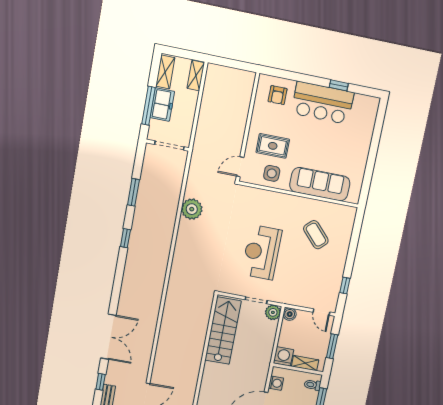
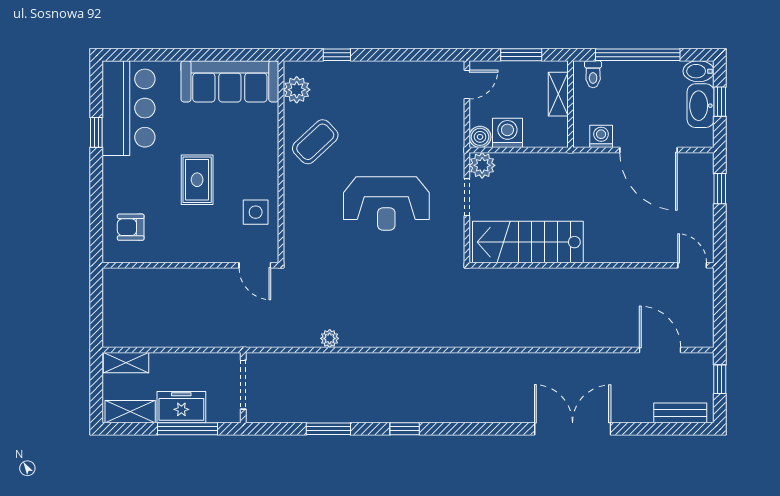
armchair: (278, 95) -> (131, 227), turned 180
bar counter: (323, 103) -> (129, 108), moved
rug: (273, 146) -> (197, 180), moved
sofa: (320, 184) -> (230, 81), moved, turned -90
plant: (192, 209) -> (330, 338), width x0.53, depth x0.53
plant: (339, 212) -> (297, 90), added
coffee table: (316, 235) -> (315, 142), moved
window: (345, 286) -> (337, 55), moved
washing machine: (283, 356) -> (507, 133), moved, turned 90
window: (101, 382) -> (651, 429), removed

